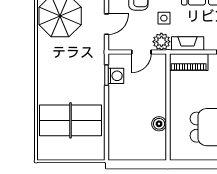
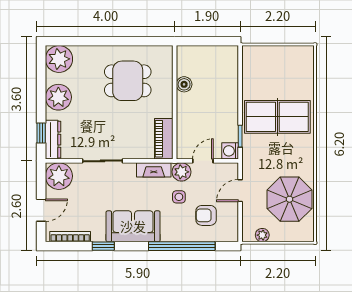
piano: (189, 62) -> (164, 139), moved, turned -90
washing machine: (116, 76) -> (230, 151), moved
table tennis table: (71, 120) -> (277, 117), moved

